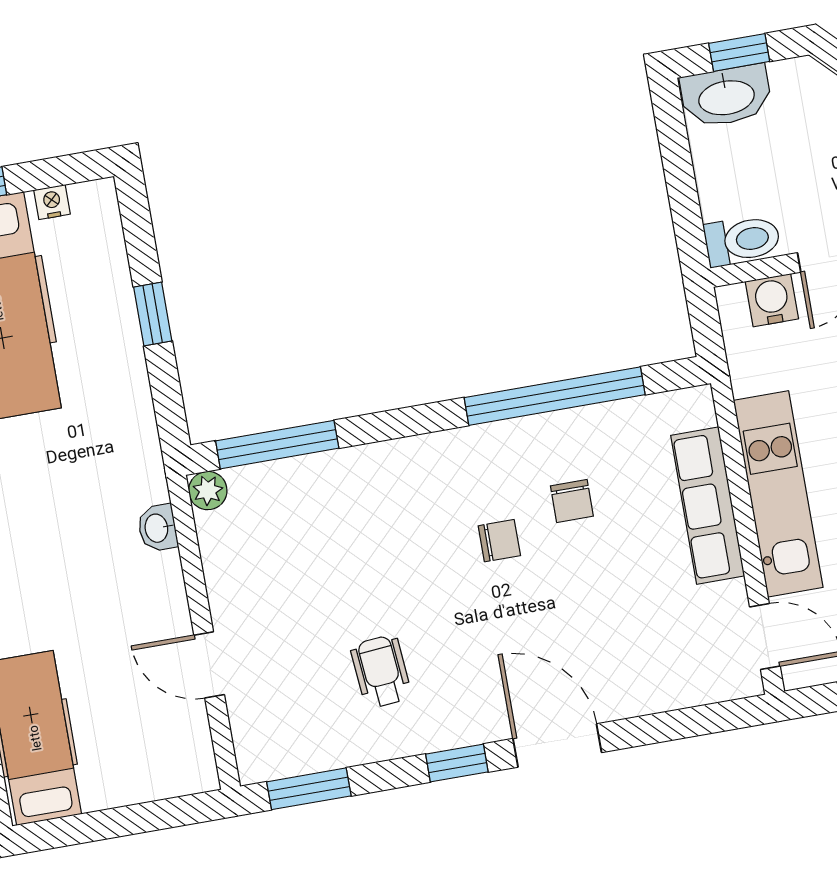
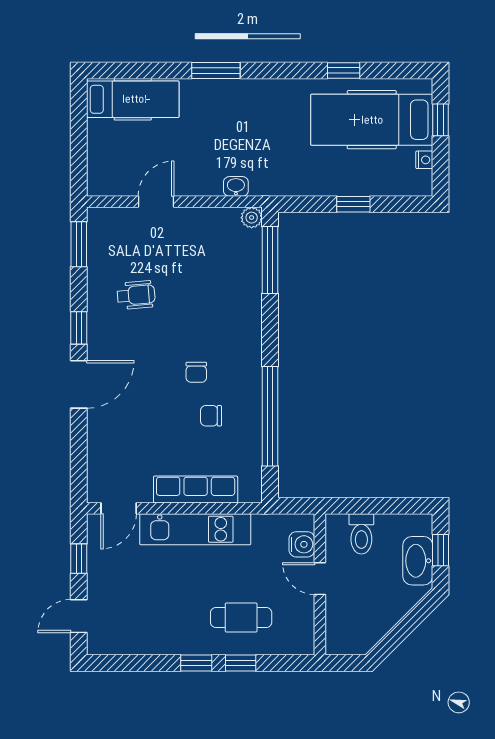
washbasin: (726, 96) -> (418, 561), moved
toilet: (742, 240) -> (361, 534), moved

